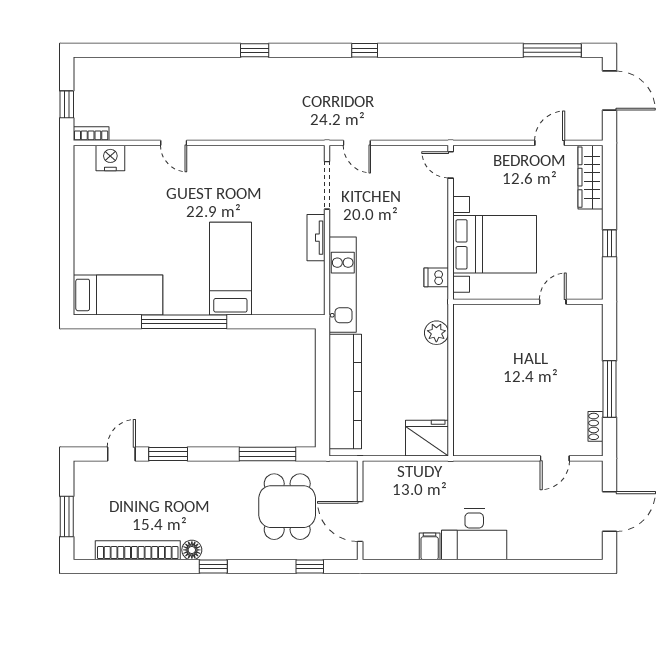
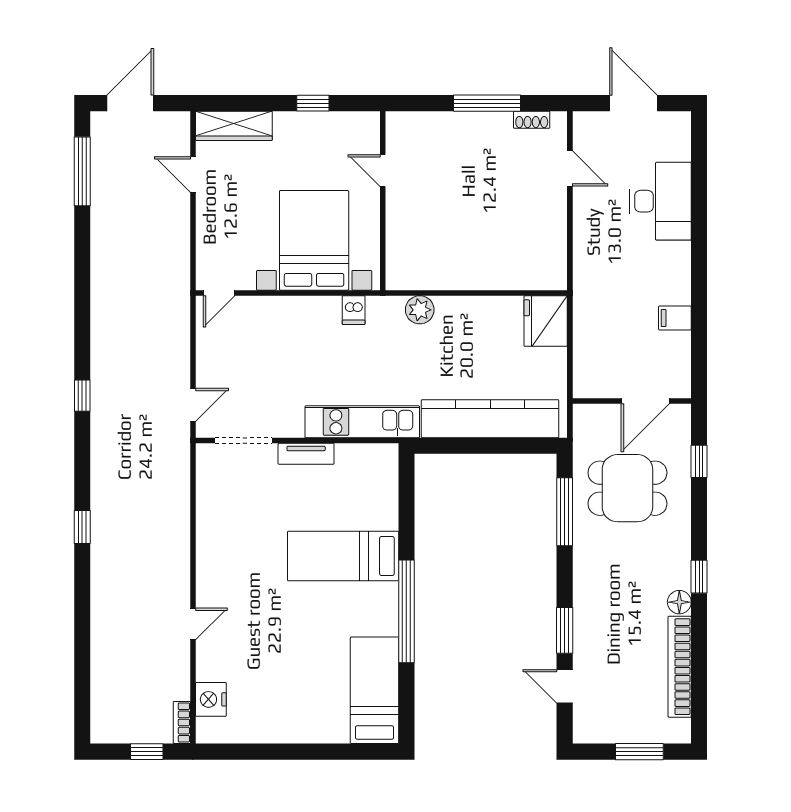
desk: (474, 534) -> (661, 201), moved

